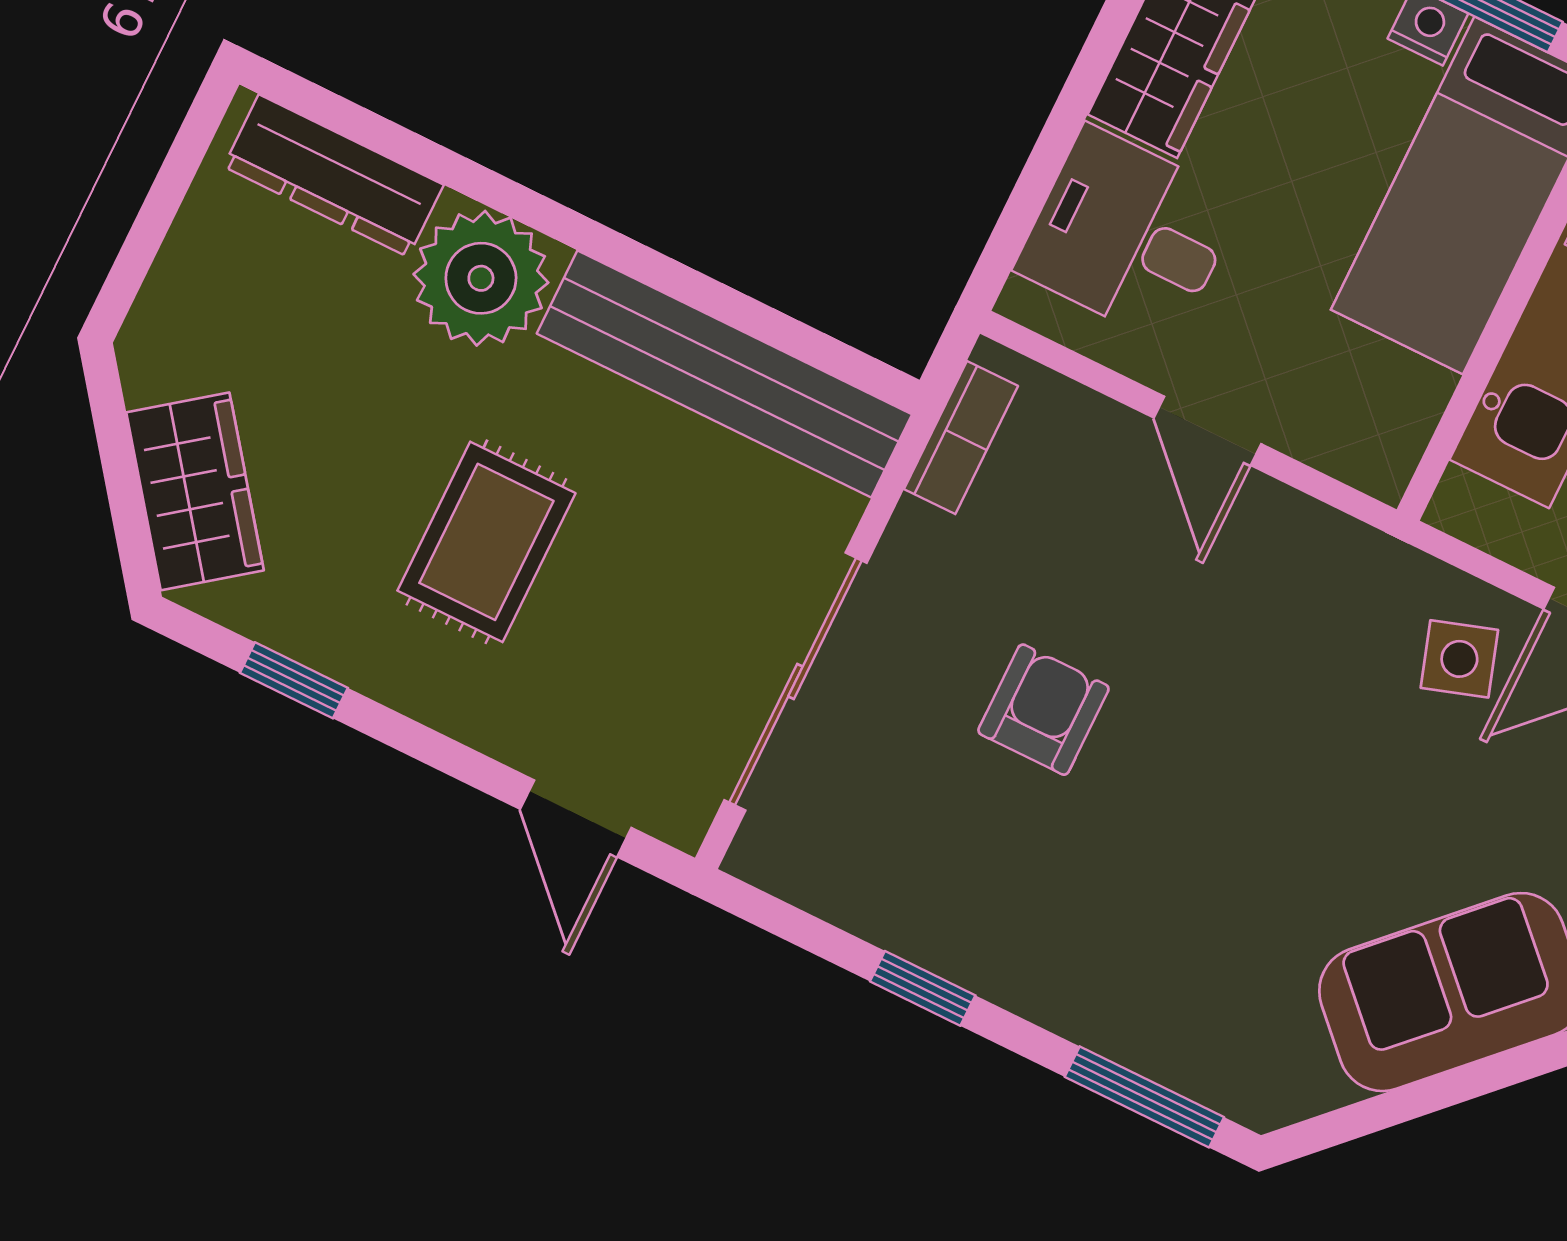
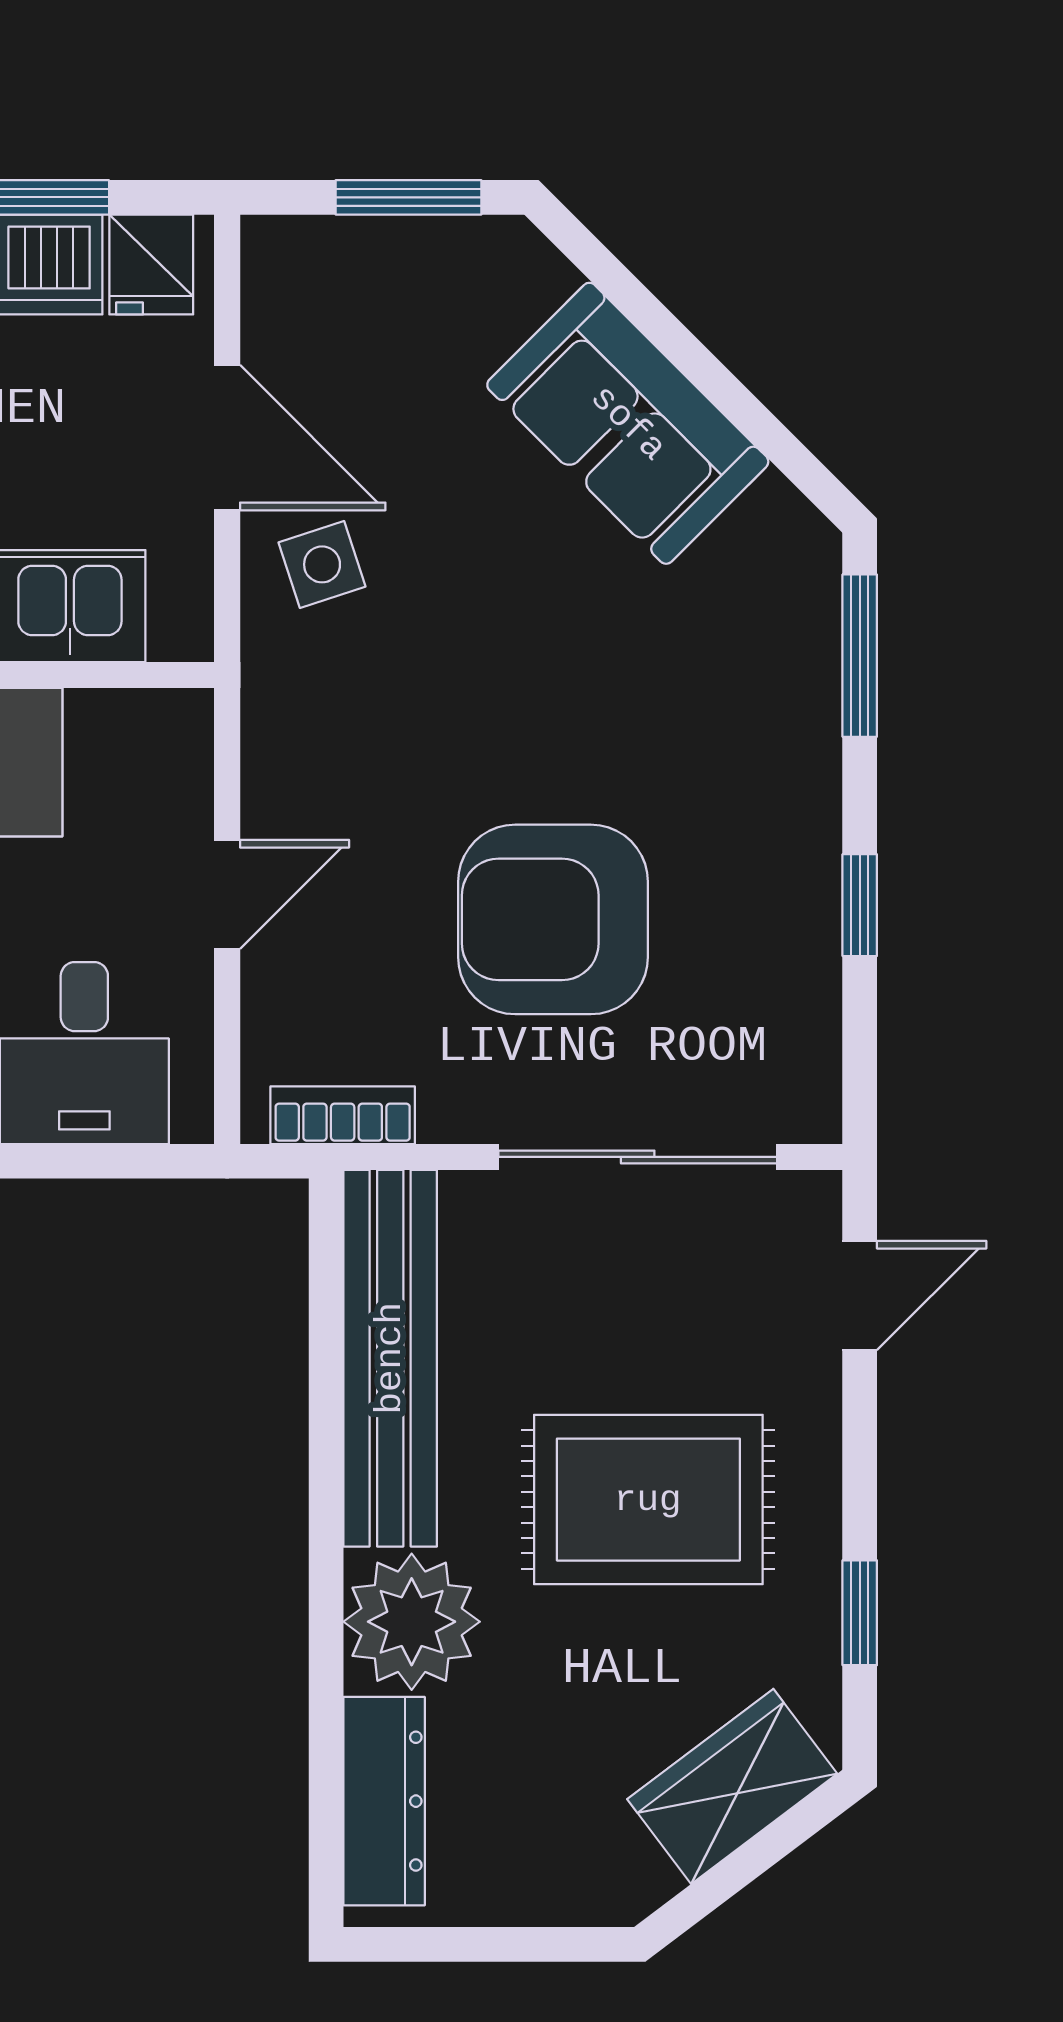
rug: (486, 542) -> (648, 1500), width x1.36, depth x1.43
armchair: (1043, 710) -> (553, 919), width x1.88, depth x1.88

